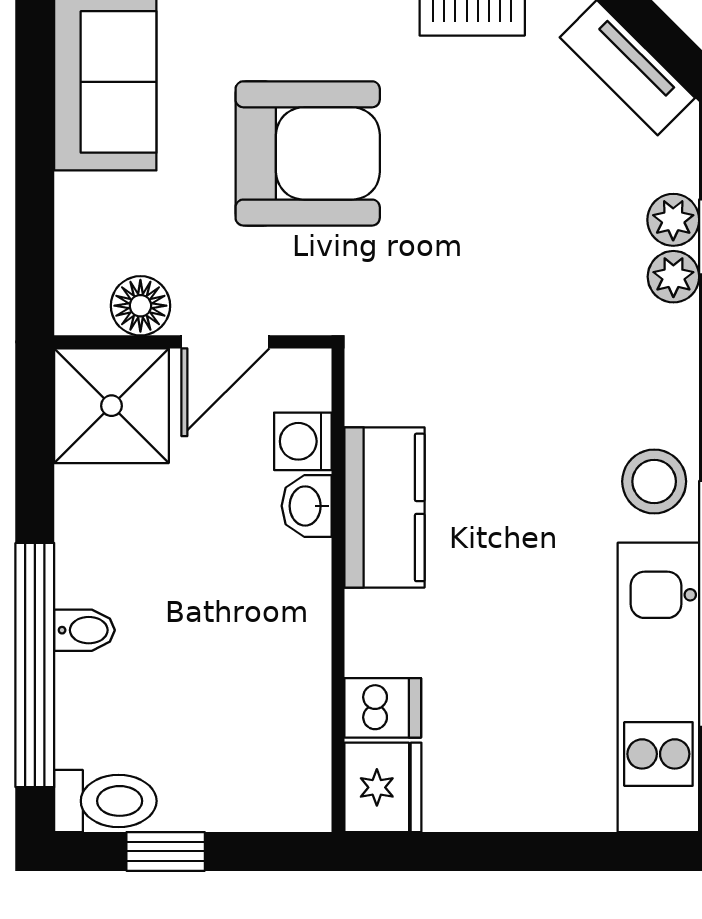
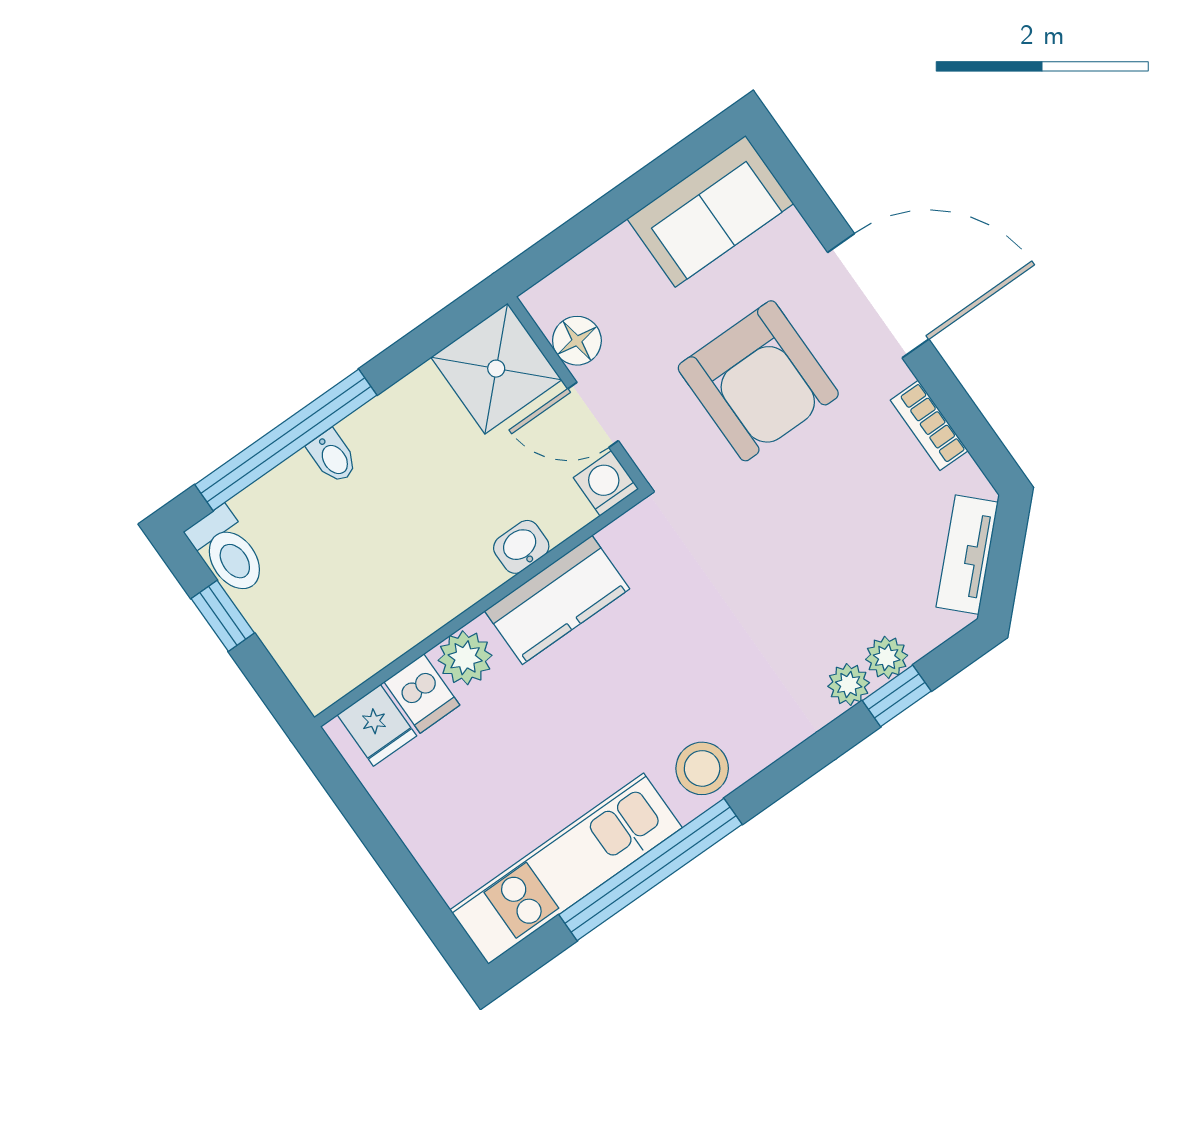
washing machine: (303, 441) -> (606, 483), moved
plant: (378, 640) -> (465, 658), added
fridge: (383, 787) -> (377, 725), width x0.72

